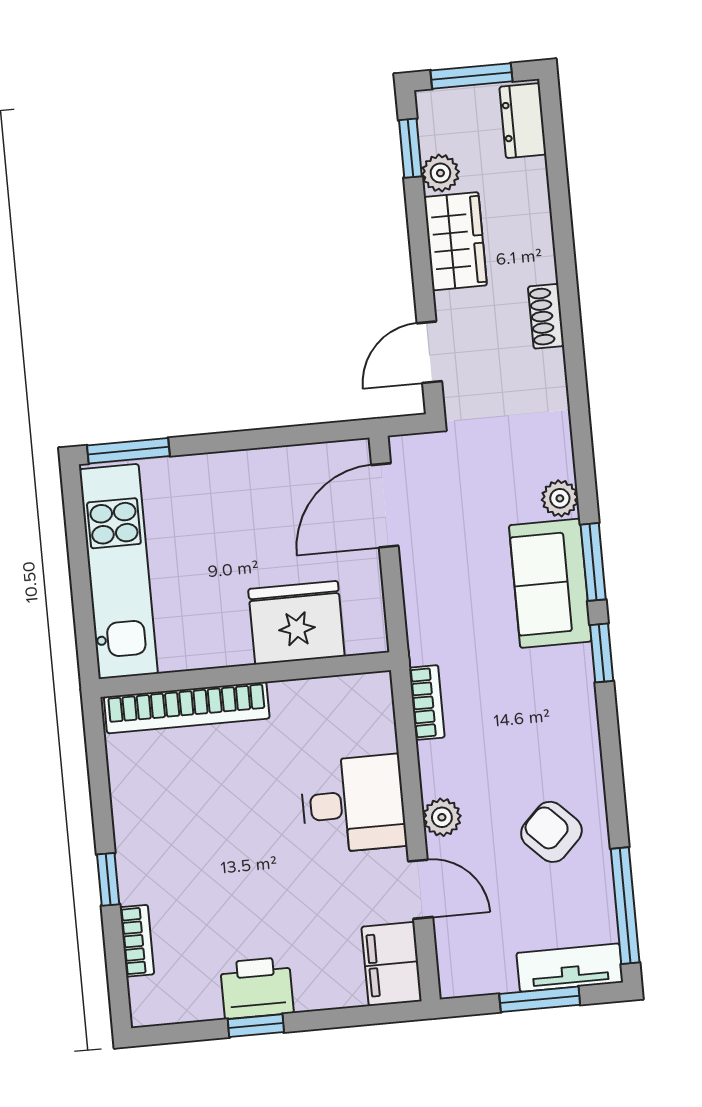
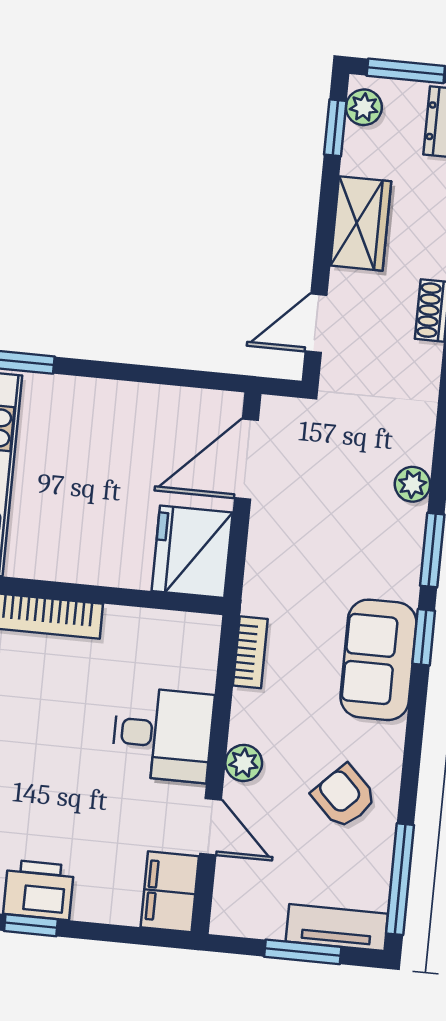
plant: (440, 173) -> (364, 107), moved
sofa: (550, 583) -> (378, 660), moved
fridge: (296, 623) -> (192, 552), moved, turned -90

